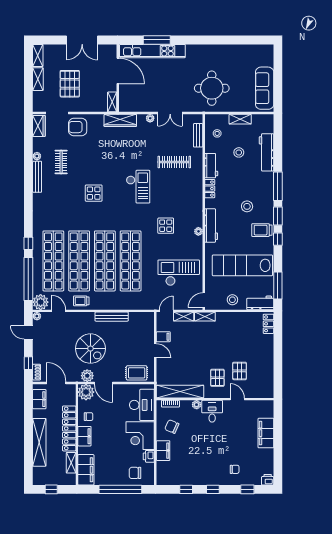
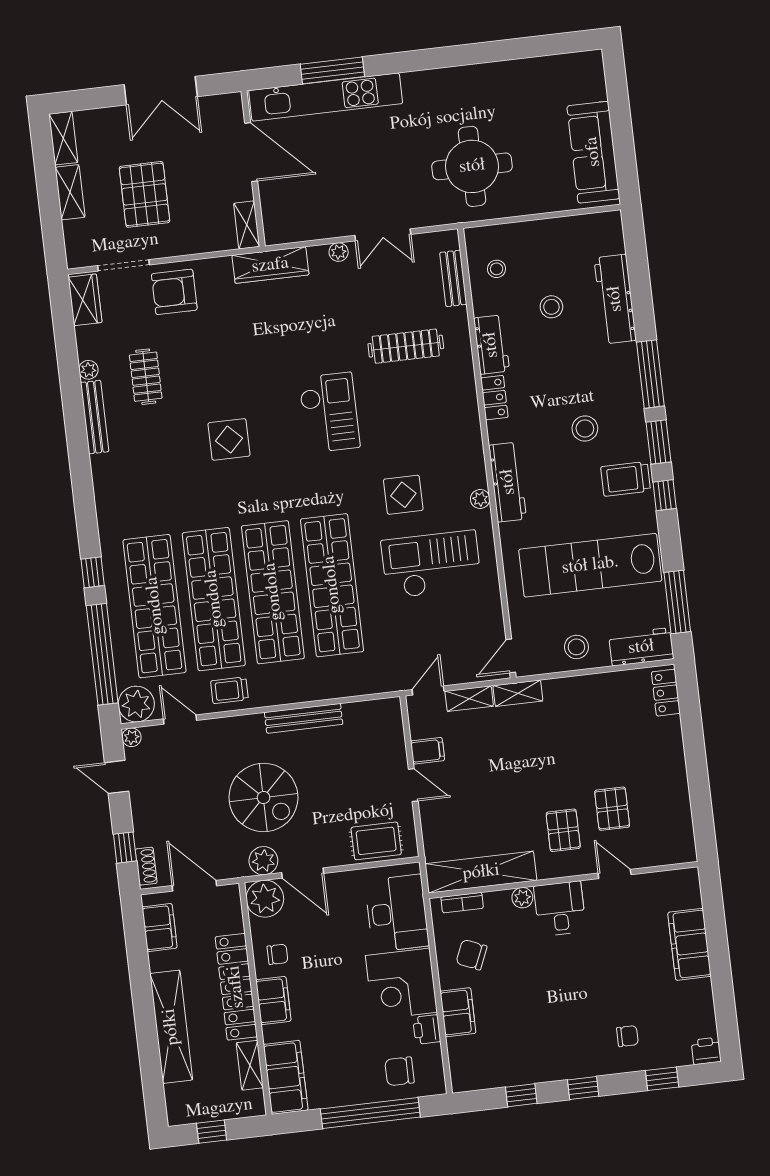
shelving: (240, 119) -> (546, 230), removed
checkout: (179, 273) -> (431, 564), moved

